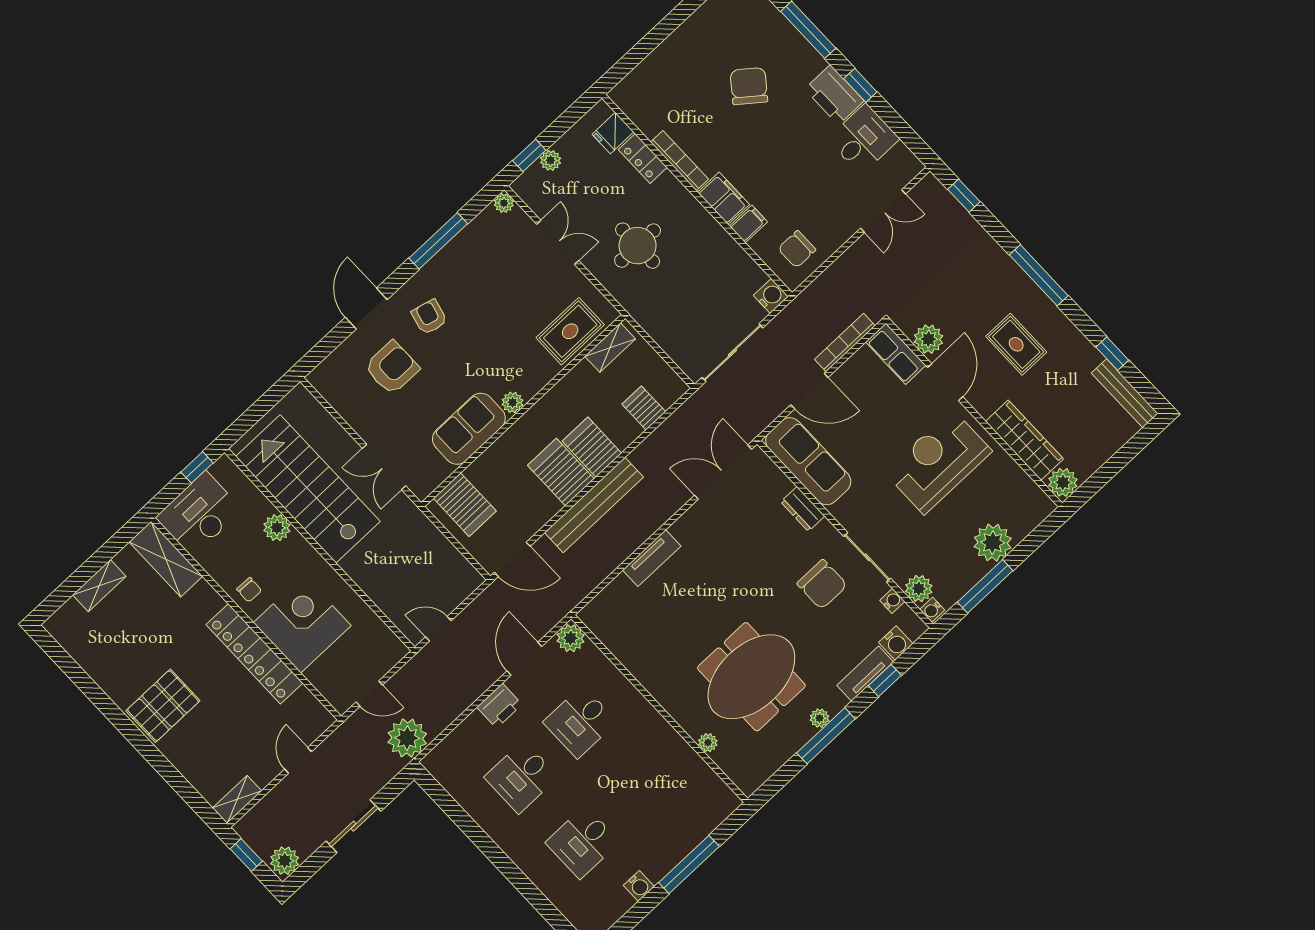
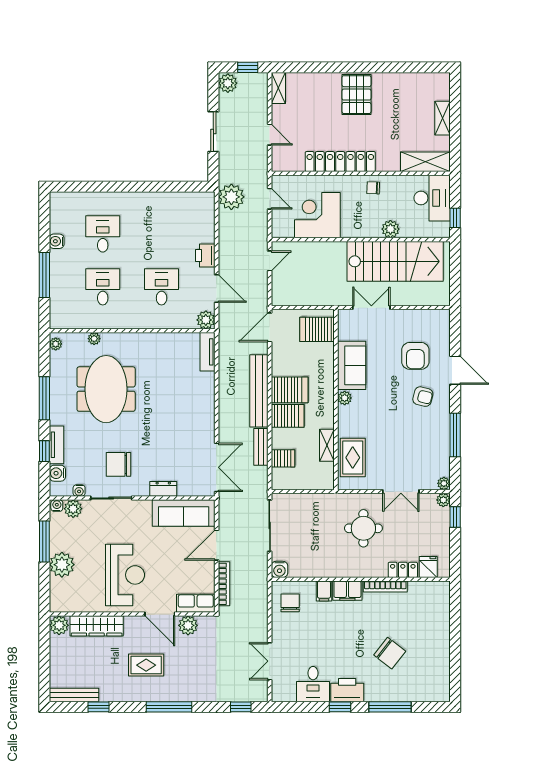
plant: (551, 160) -> (443, 500), moved
shelving: (610, 348) -> (327, 445), moved
bench: (654, 444) -> (261, 447), added
tv unit: (652, 558) -> (208, 352), moved
corner desk: (302, 624) -> (317, 215), moved, turned 180
door: (369, 694) -> (270, 199), swing flipped
plant: (820, 718) -> (56, 344), moved
desk: (521, 777) -> (103, 287), moved

